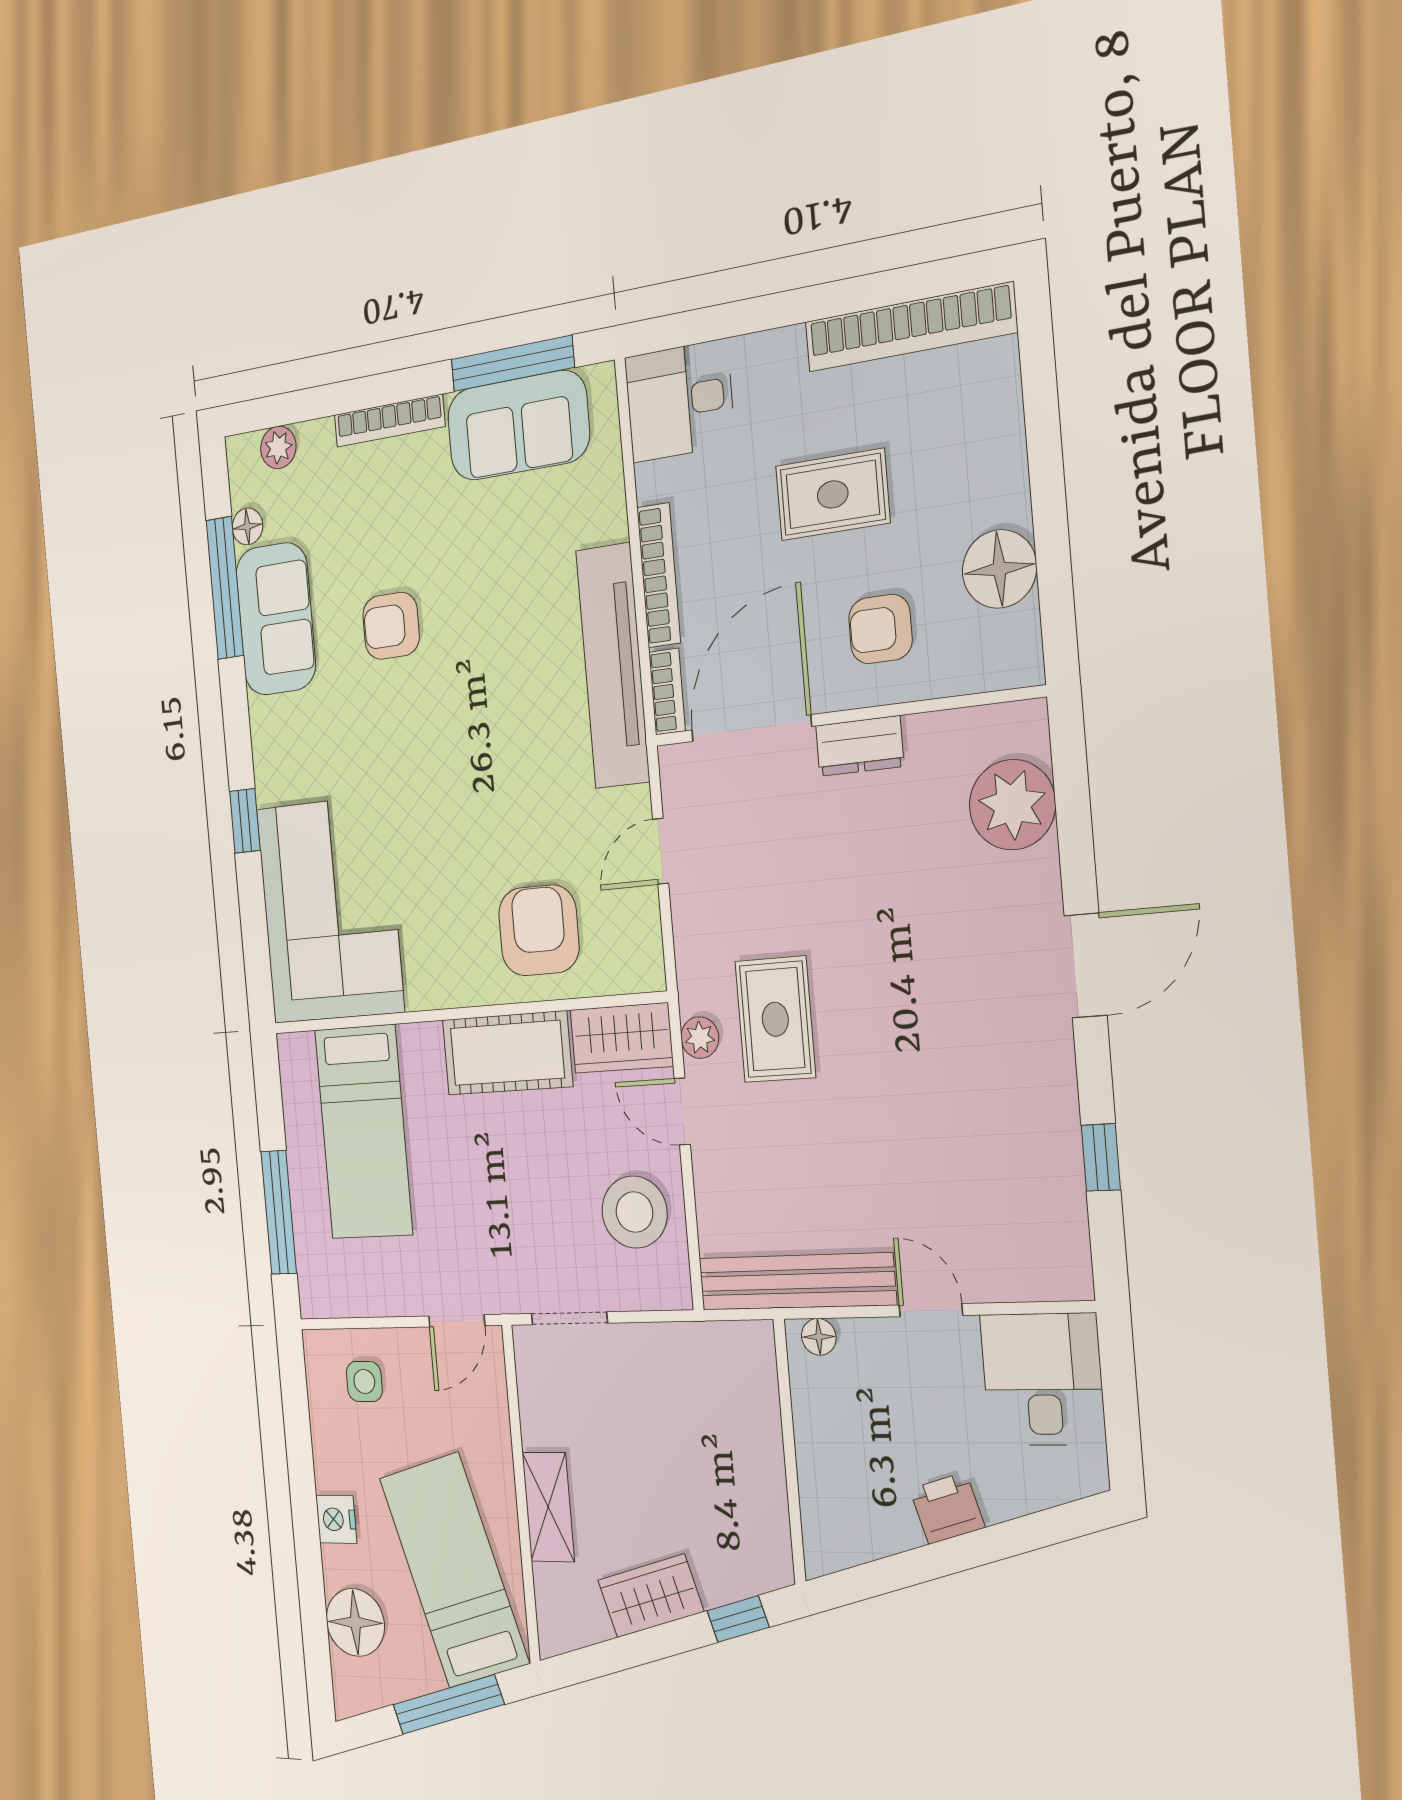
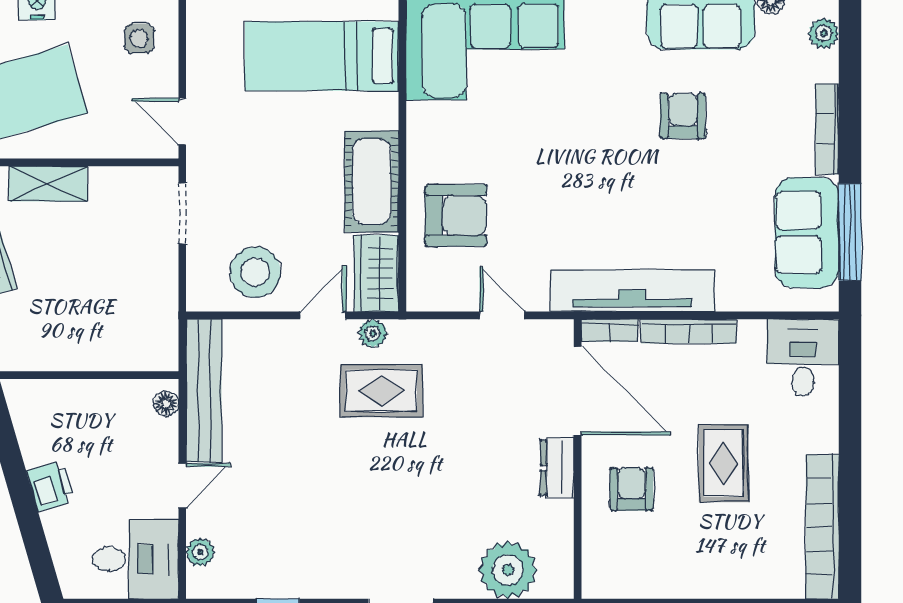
floor lamp: (999, 569) -> (659, 574), removed
plant: (1024, 1281) -> (200, 552), added

